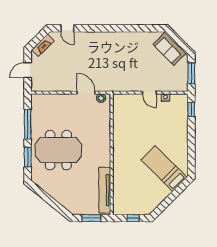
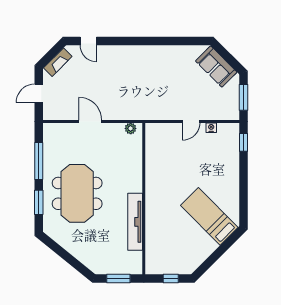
door: (86, 93) -> (90, 122), moved
door: (149, 93) -> (191, 122), hinge flipped
meeting table: (58, 150) -> (77, 193), turned 90
tv unit: (105, 190) -> (135, 222), moved

